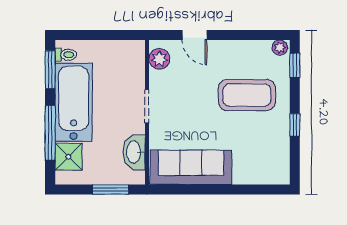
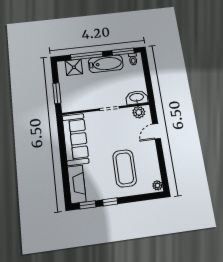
window: (295, 65) -> (88, 205), moved
bathtub: (74, 102) -> (106, 64), width x0.73, depth x0.73
washbasin: (134, 152) -> (137, 98), moved
fireplace: (262, 173) -> (77, 184), added

